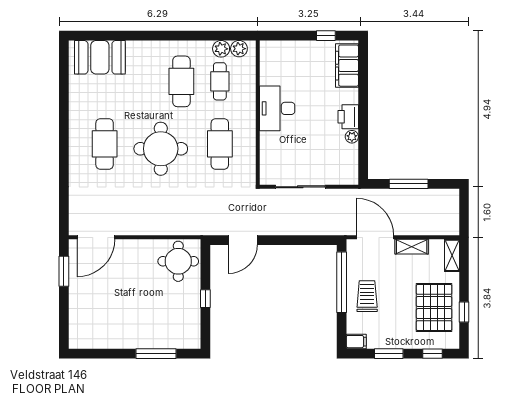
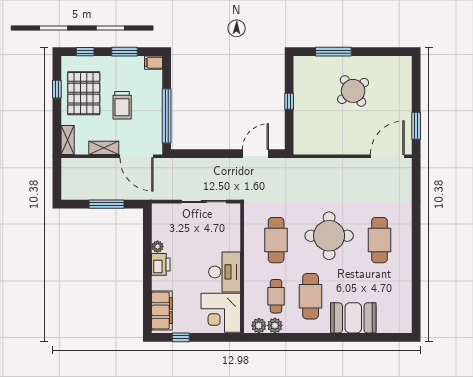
booth: (100, 57) -> (353, 318), moved
corner desk: (281, 63) -> (221, 313), added
round table: (178, 261) -> (353, 91), moved, turned -37
trolley: (367, 296) -> (122, 105), moved

